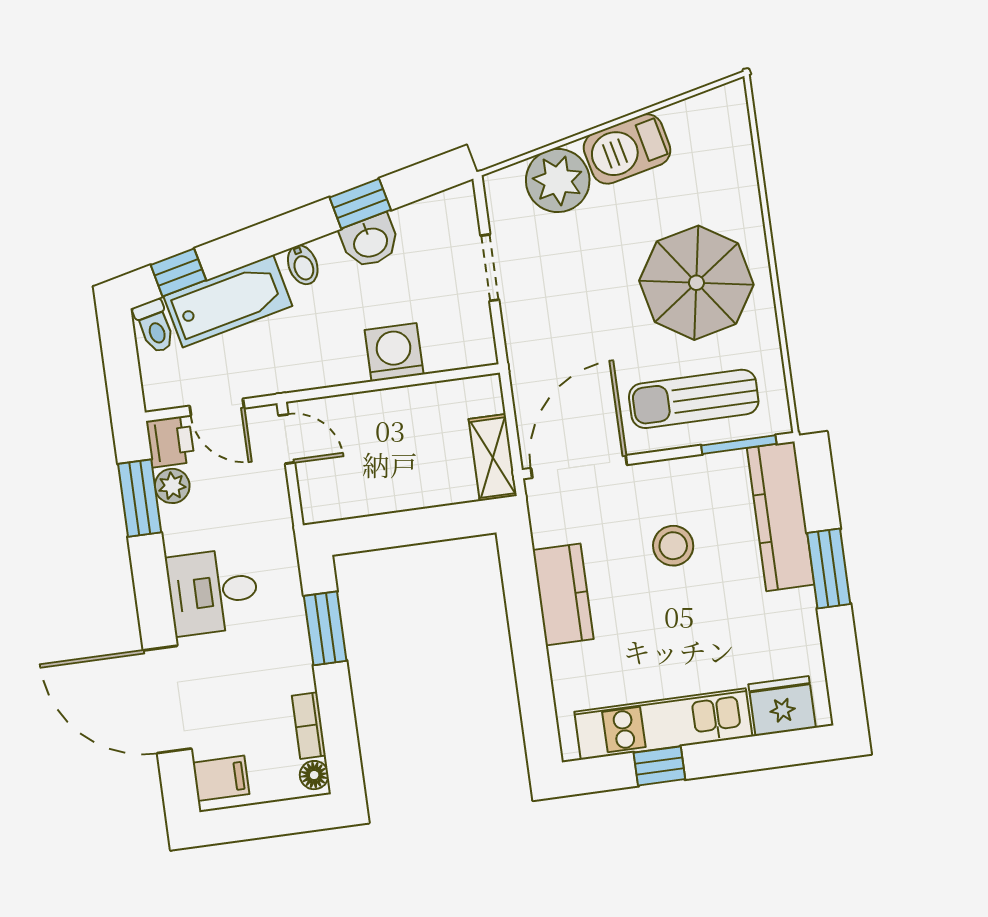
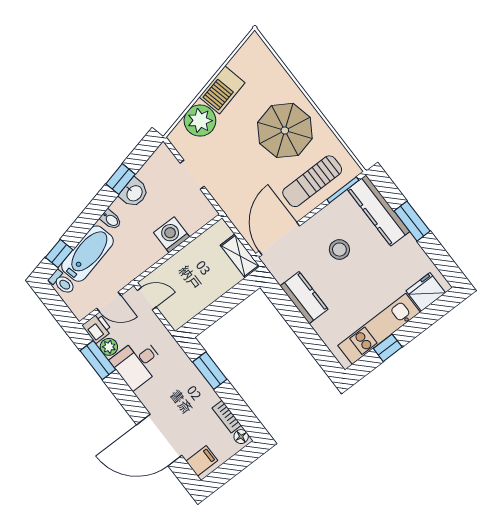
desk: (213, 592) -> (137, 363), moved

